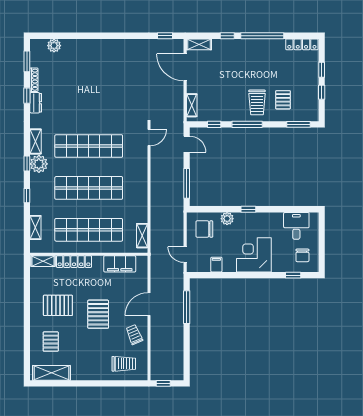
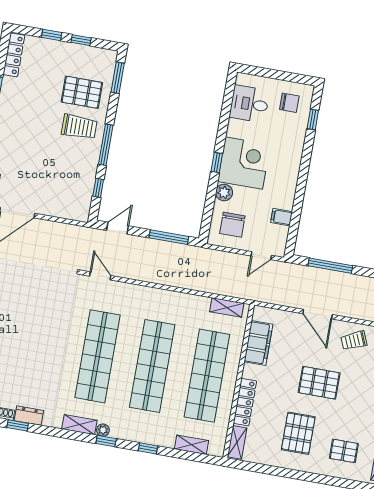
pallet: (283, 100) -> (82, 92), width x1.50, depth x1.42
shelving: (192, 105) -> (68, 213), removed
plant: (39, 164) -> (103, 430), width x0.53, depth x0.53
corner desk: (254, 255) -> (244, 163), moved, turned 180

